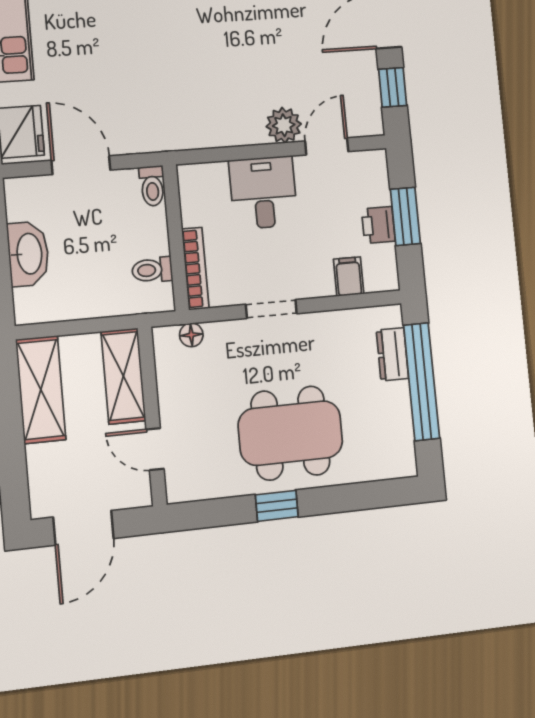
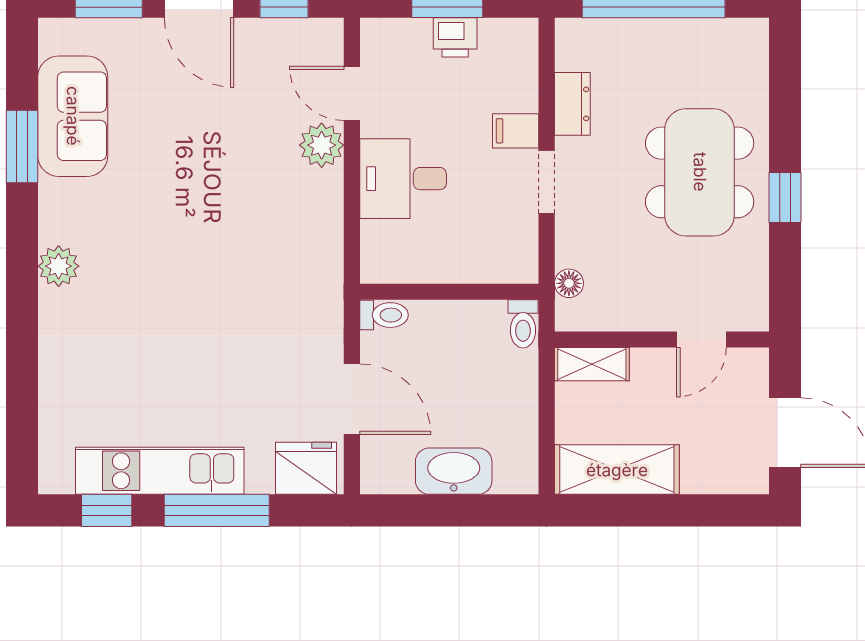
door: (81, 165) -> (352, 399), swing flipped
bookcase: (195, 269) -> (489, 271), removed
toilet: (152, 270) -> (523, 324), moved
filing cabinet: (349, 277) -> (516, 131), moved
dresser: (392, 354) -> (572, 104), moved, turned -90
shelving: (123, 376) -> (592, 364), width x0.67, depth x0.75

